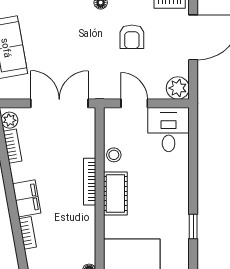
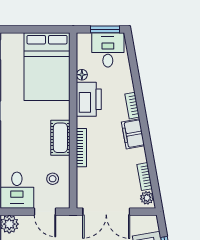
stool: (114, 155) -> (53, 179), moved
printer: (81, 241) -> (89, 99), added

